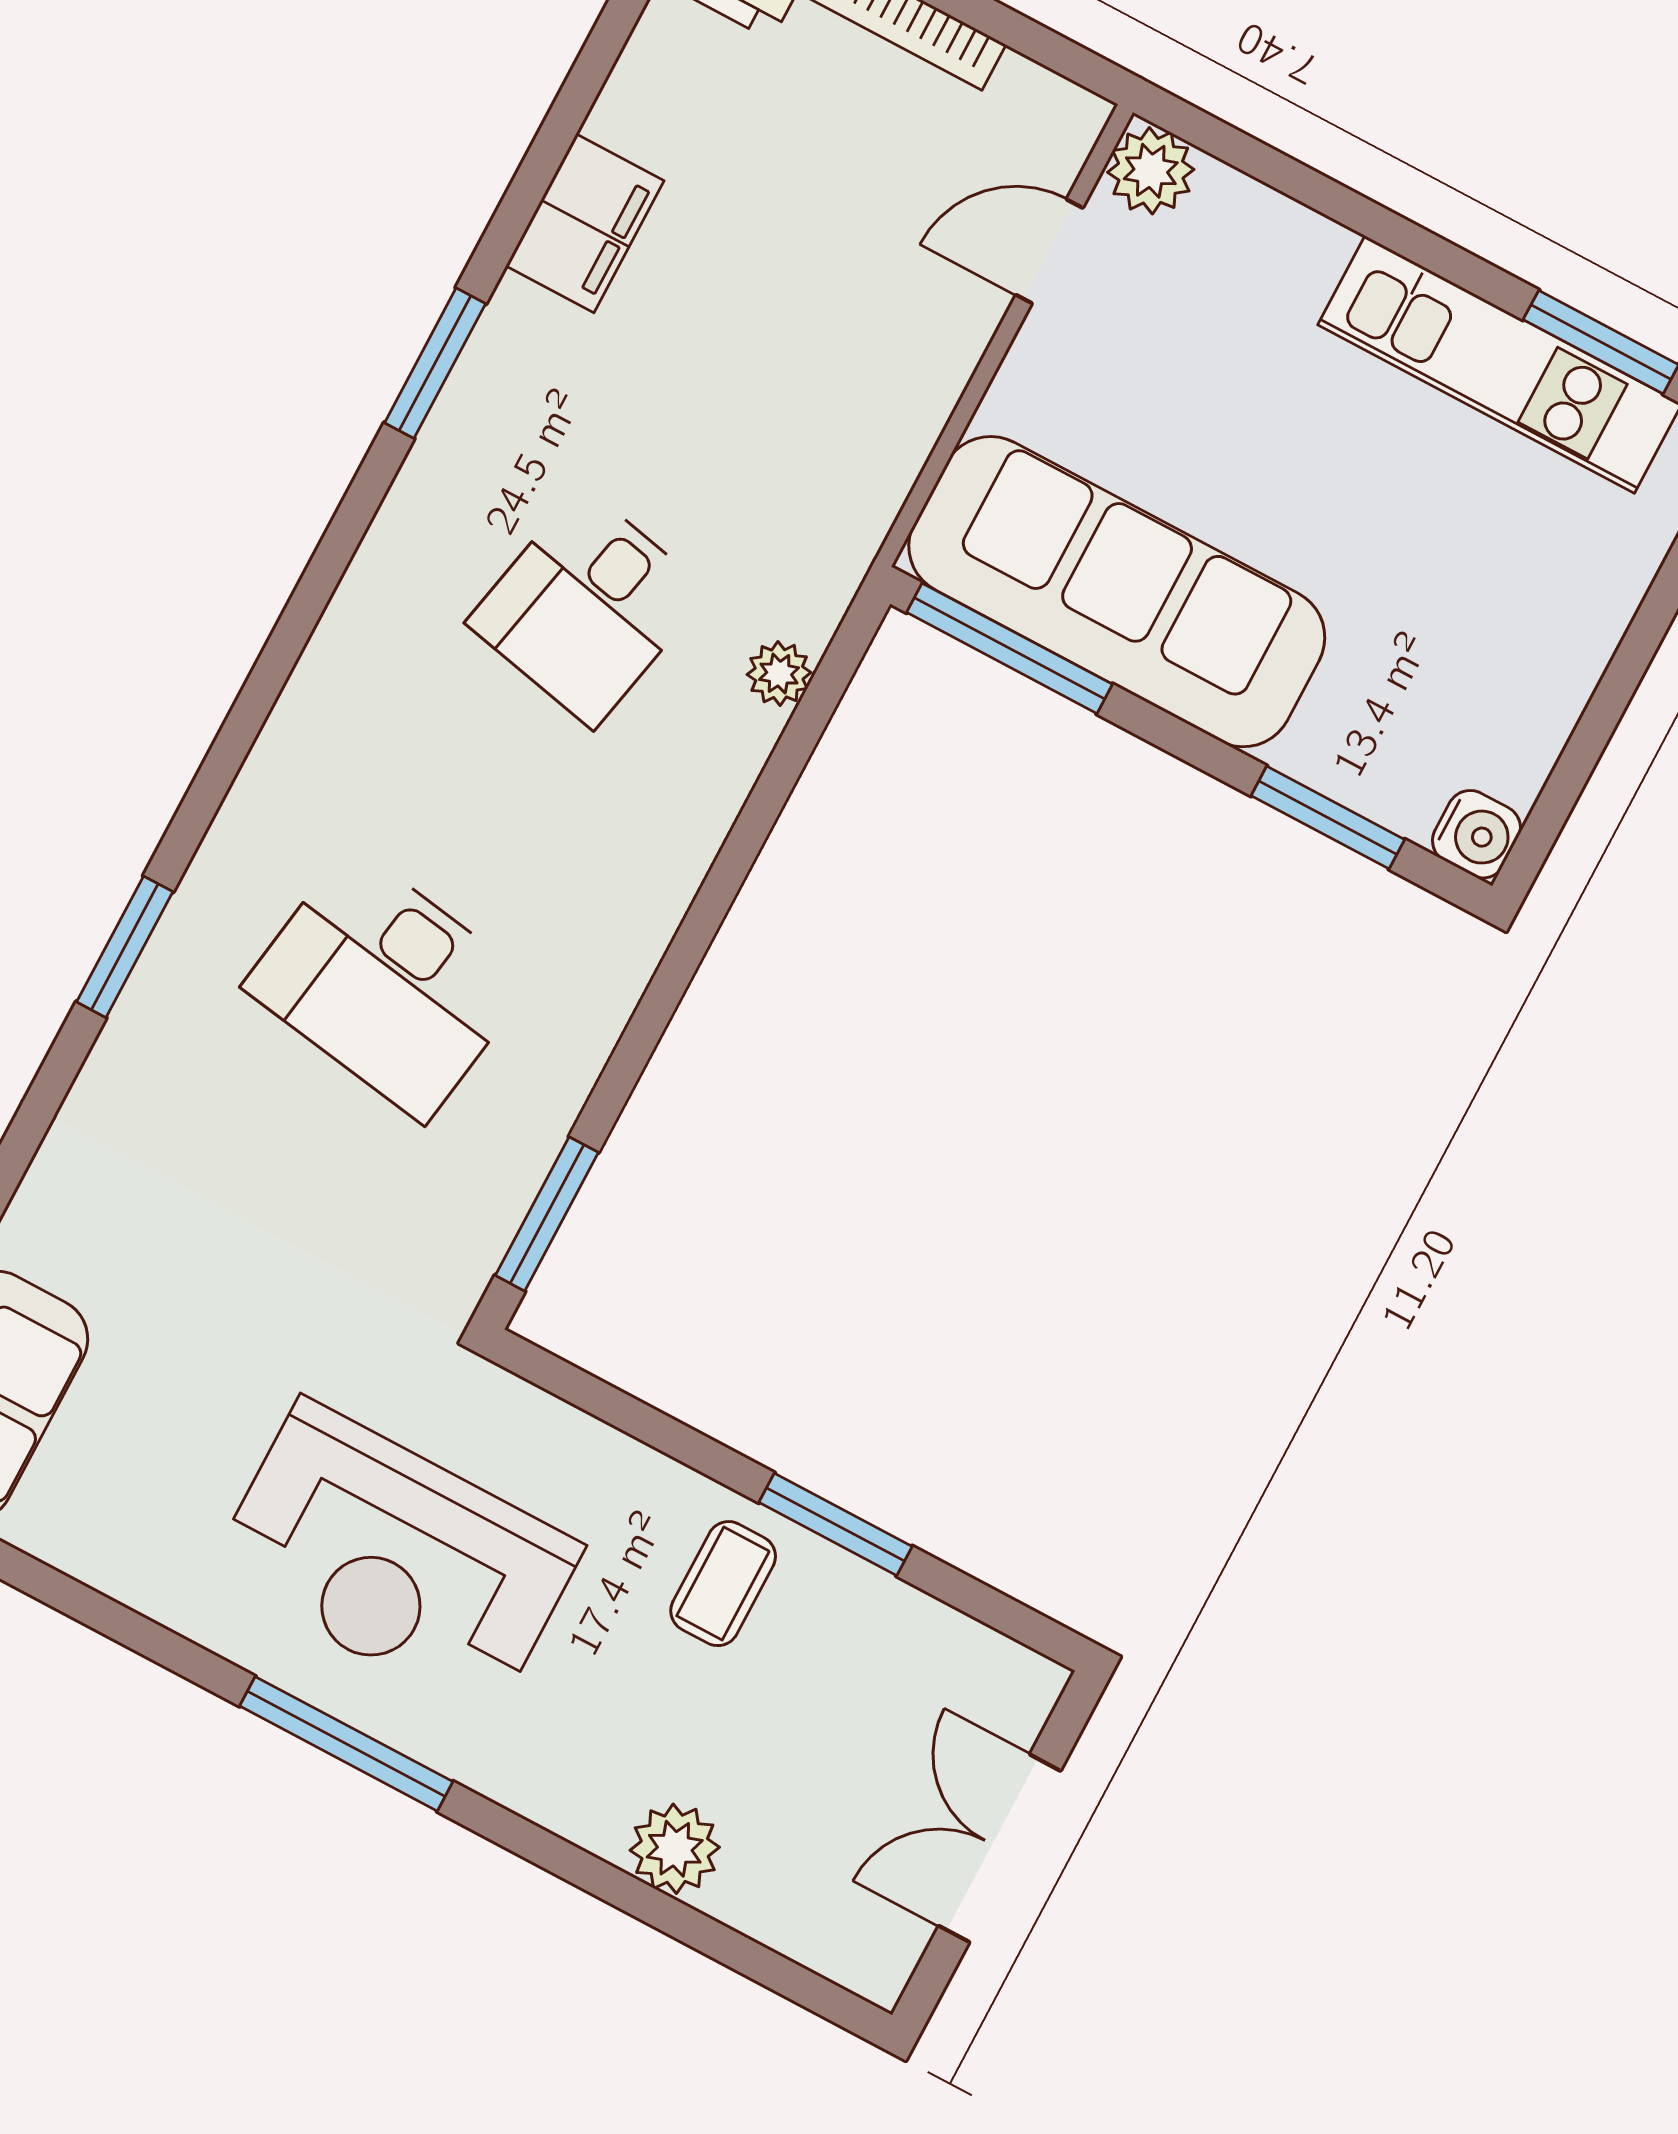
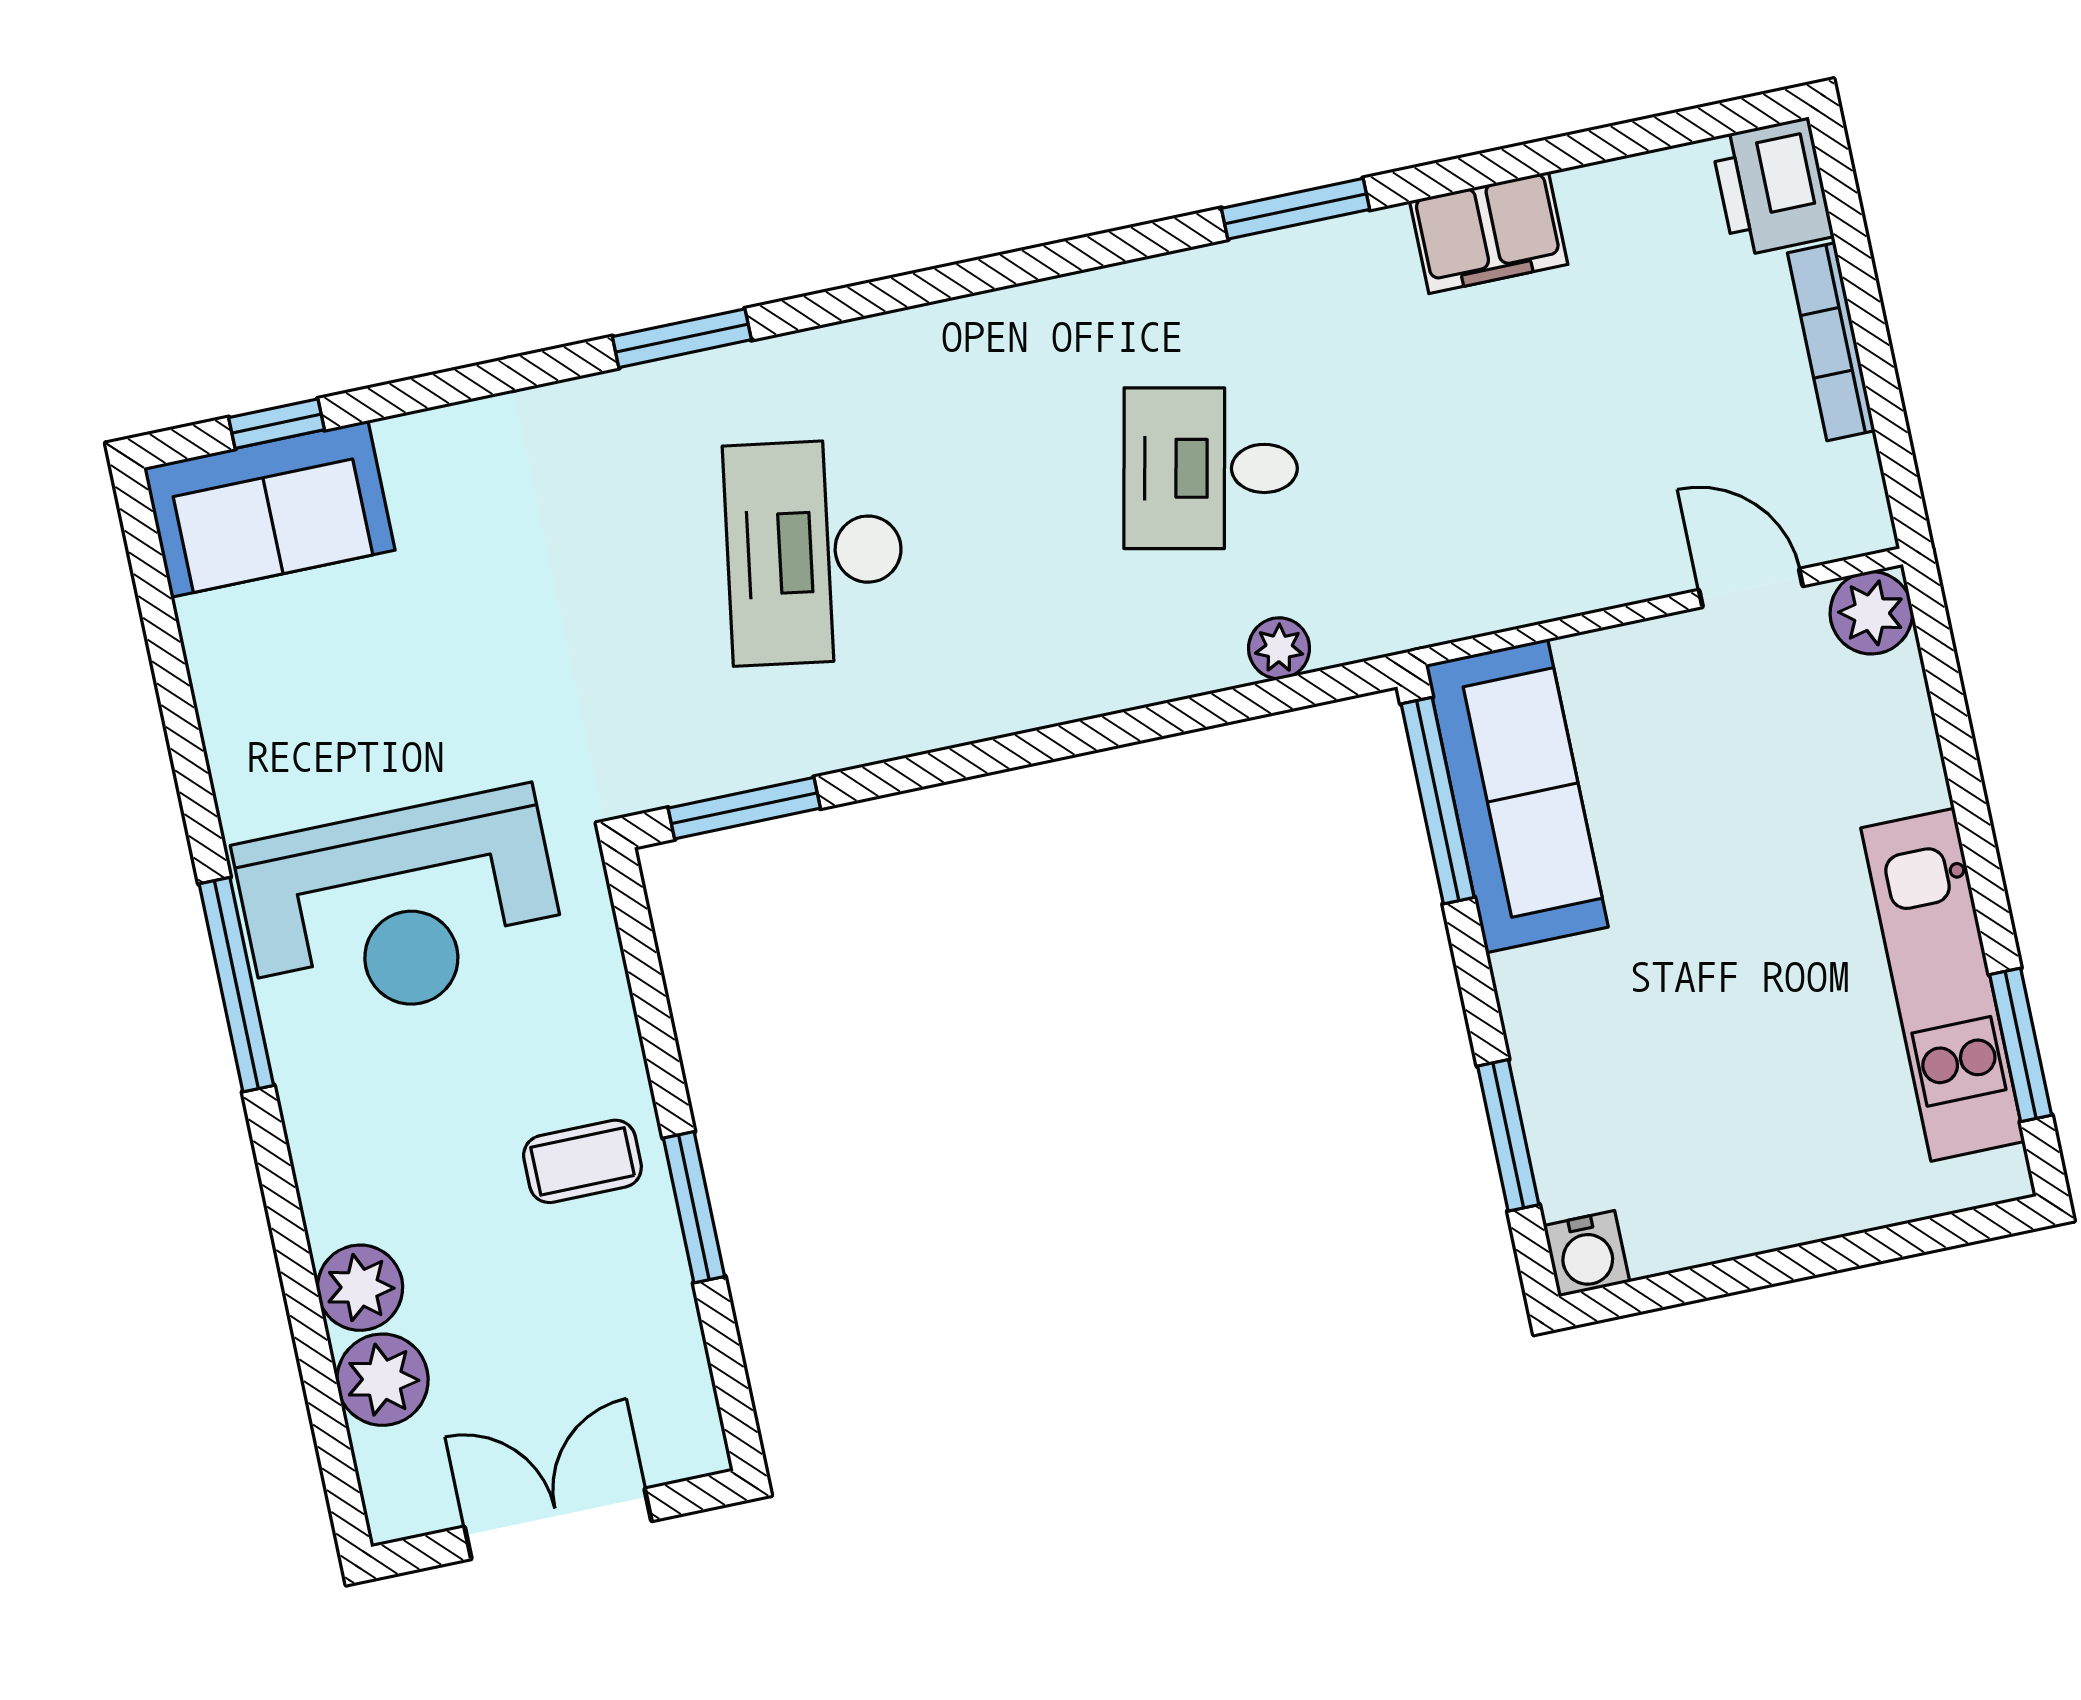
sofa: (1117, 592) -> (1517, 796), width x0.74, depth x0.79
reception desk: (396, 1559) -> (401, 908), turned -90
plant: (764, 1893) -> (382, 1380), added

